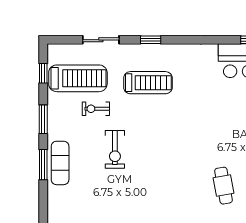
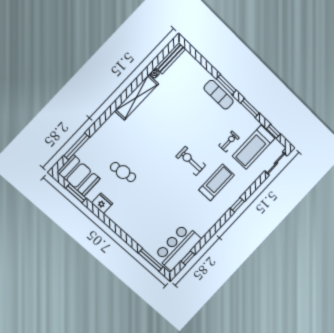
sliding door: (101, 40) -> (276, 163), moved
treadmill: (148, 83) -> (216, 182), turned 180
exercise bike: (115, 149) -> (191, 161), moved

